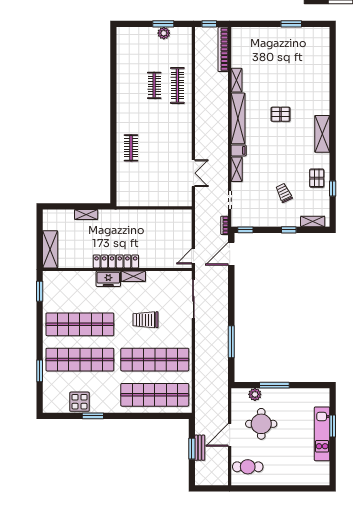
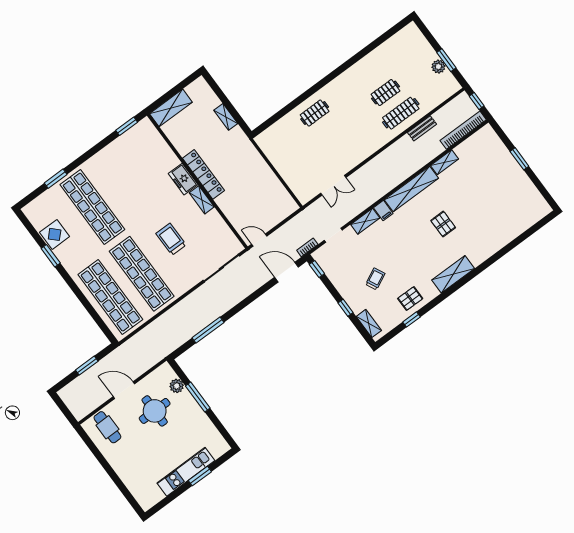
window: (291, 24) -> (519, 159), moved
shop shelf: (80, 324) -> (124, 184), removed
bench: (200, 448) -> (422, 128), moved

